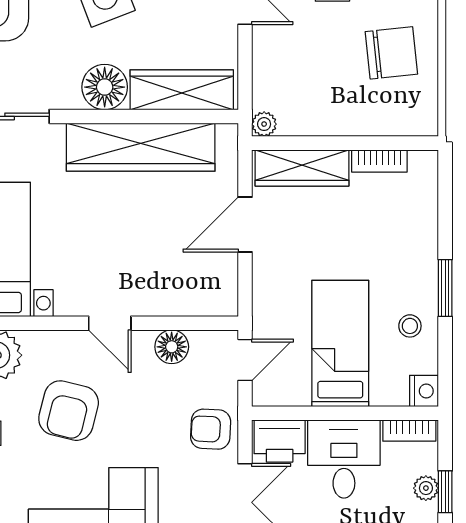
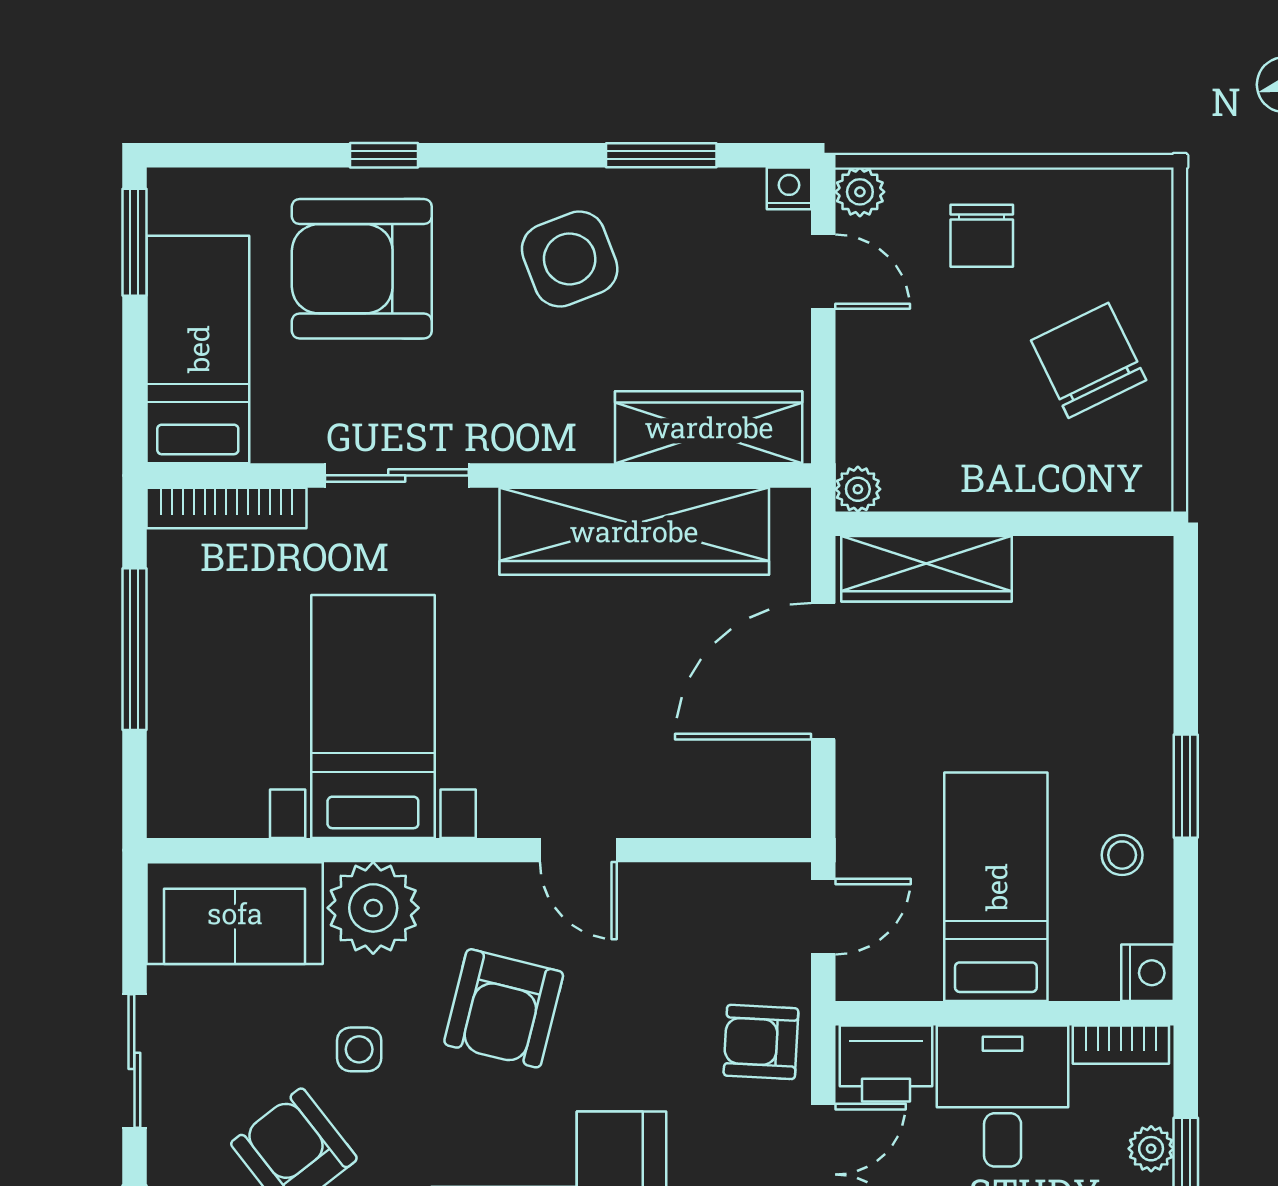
chair: (391, 53) -> (1089, 360), turned -110
floor lamp: (105, 87) -> (569, 422), removed
bookcase: (379, 161) -> (1067, 556), removed
door: (245, 224) -> (823, 671), width x1.36
floor lamp: (172, 347) -> (691, 893), removed

